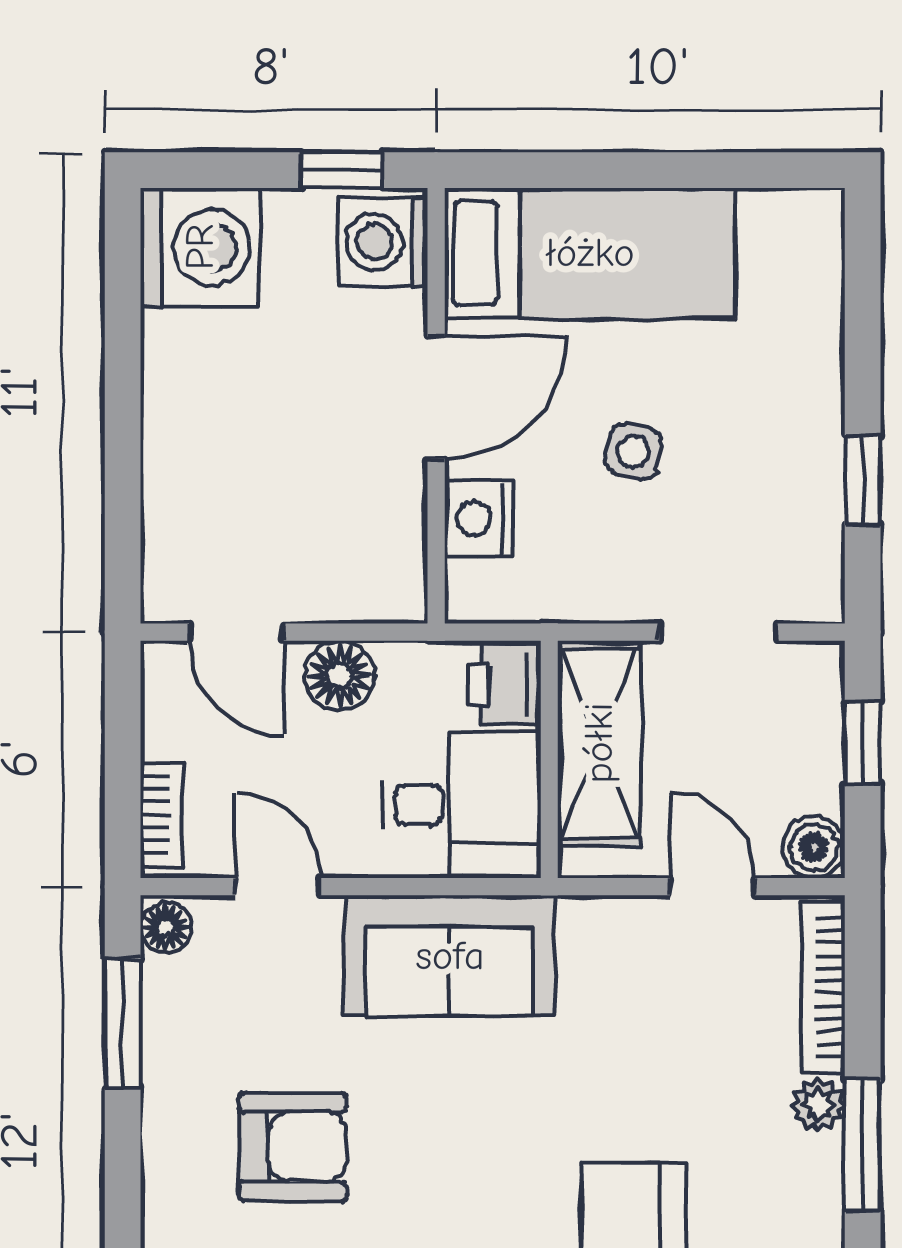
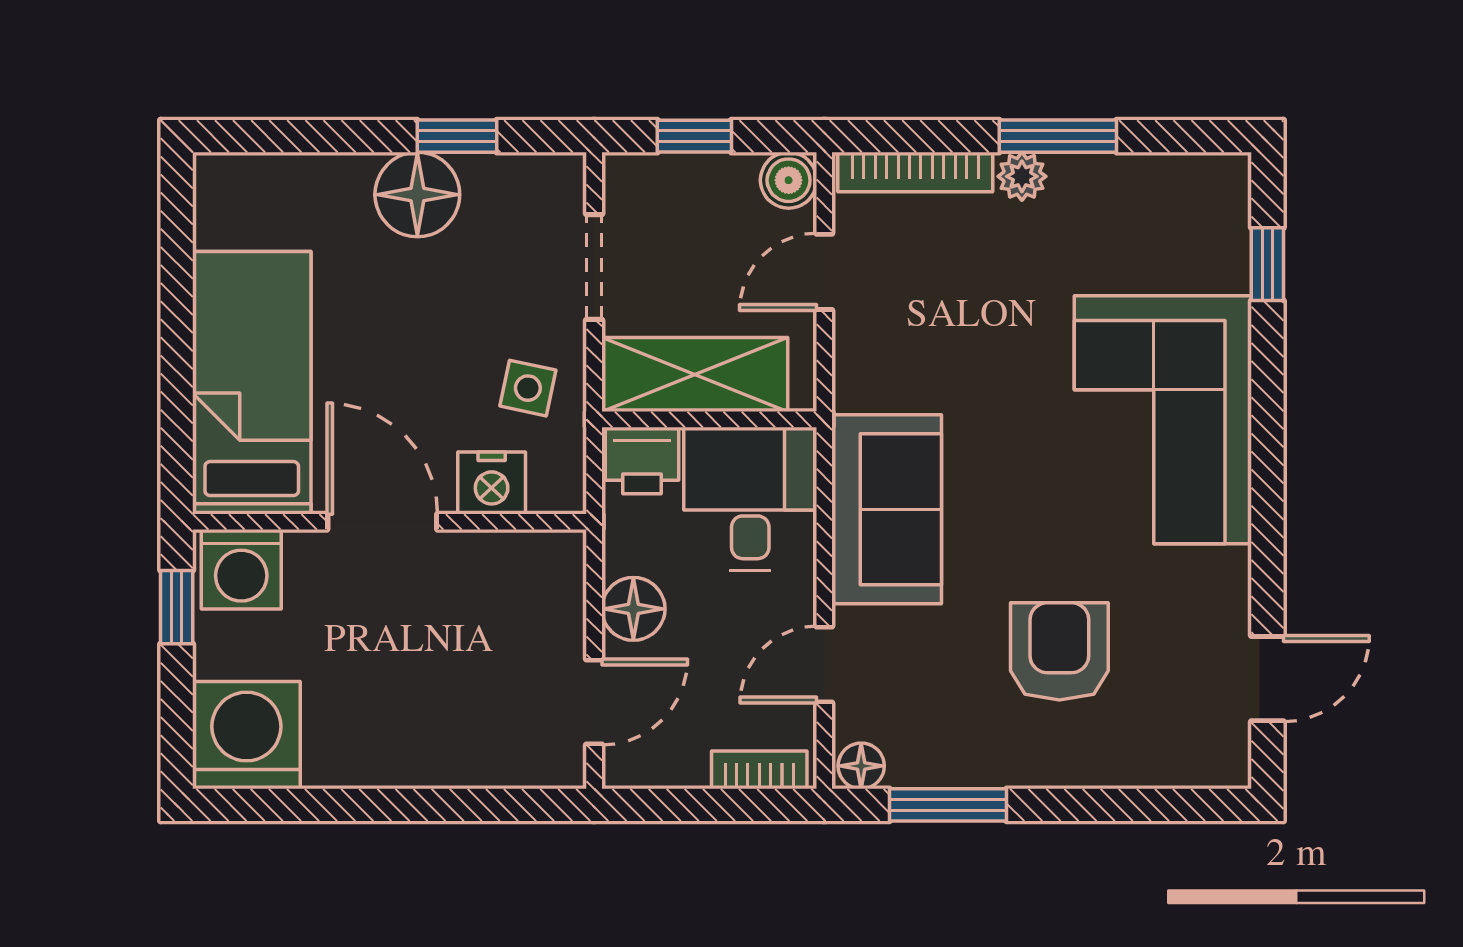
floor lamp: (798, 436) -> (417, 195), added
side table: (633, 451) -> (528, 388), moved

